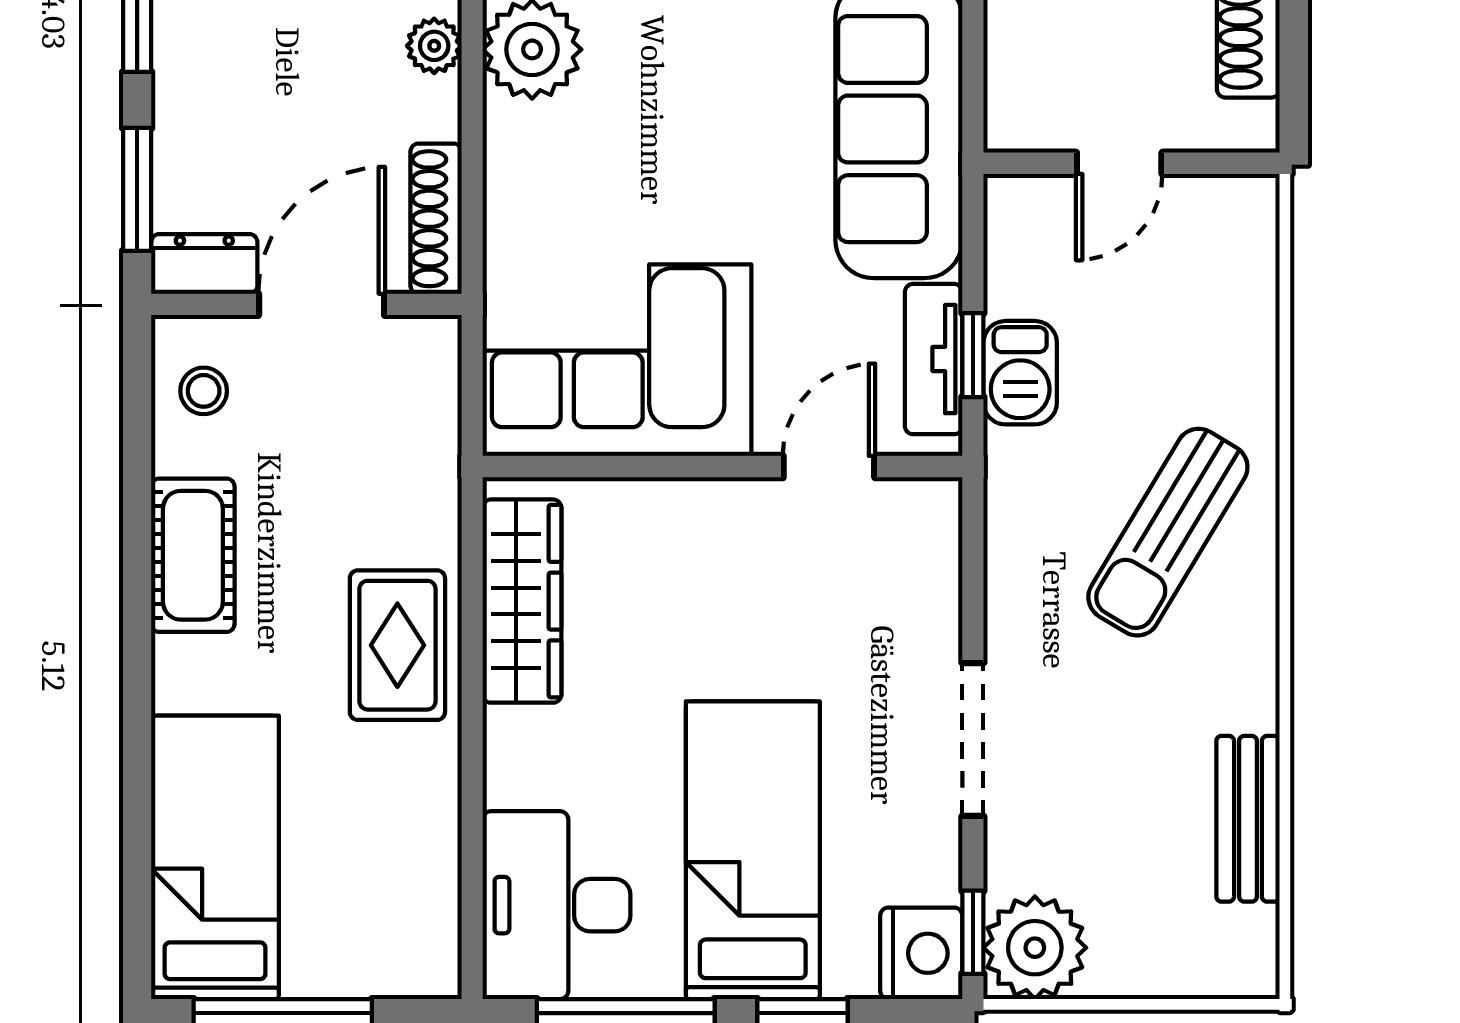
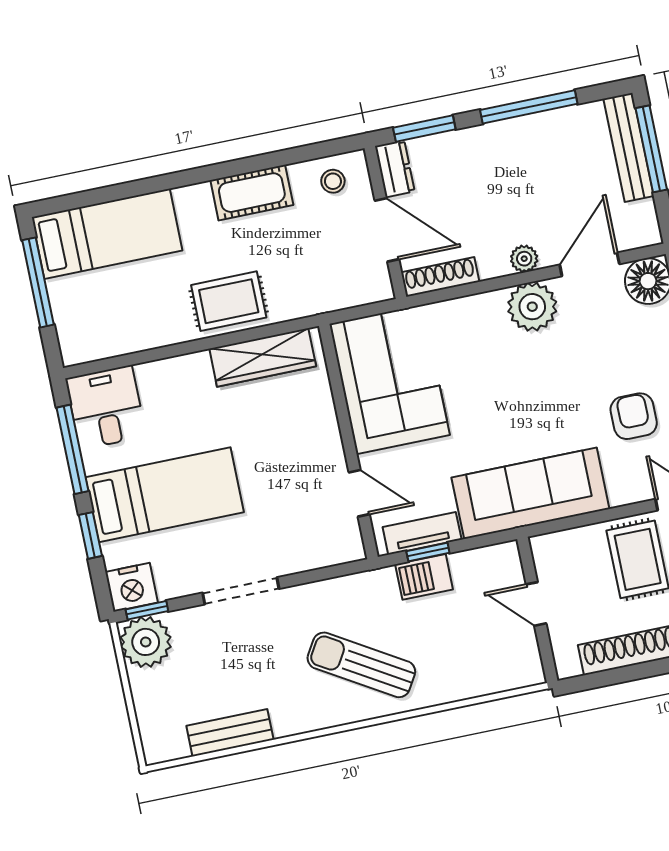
desk: (556, 905) -> (106, 407), width x0.73

